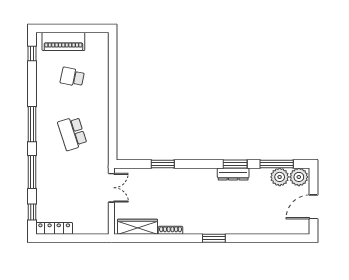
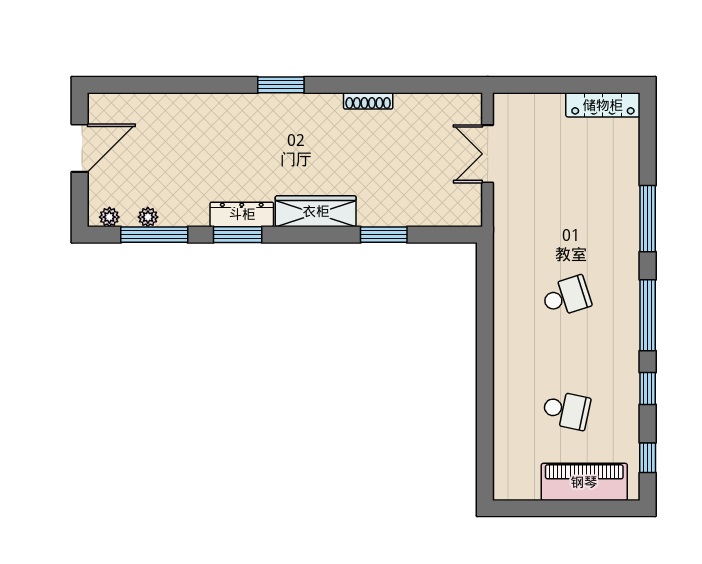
school desk: (72, 133) -> (566, 297), width x0.54
plant: (280, 177) -> (148, 217), width x0.53, depth x0.53
plant: (299, 177) -> (109, 217), width x0.53, depth x0.53
double door: (111, 188) -> (488, 154), moved
window: (32, 212) -> (648, 388), moved
wardrobe: (137, 227) -> (316, 211), moved, turned 180

